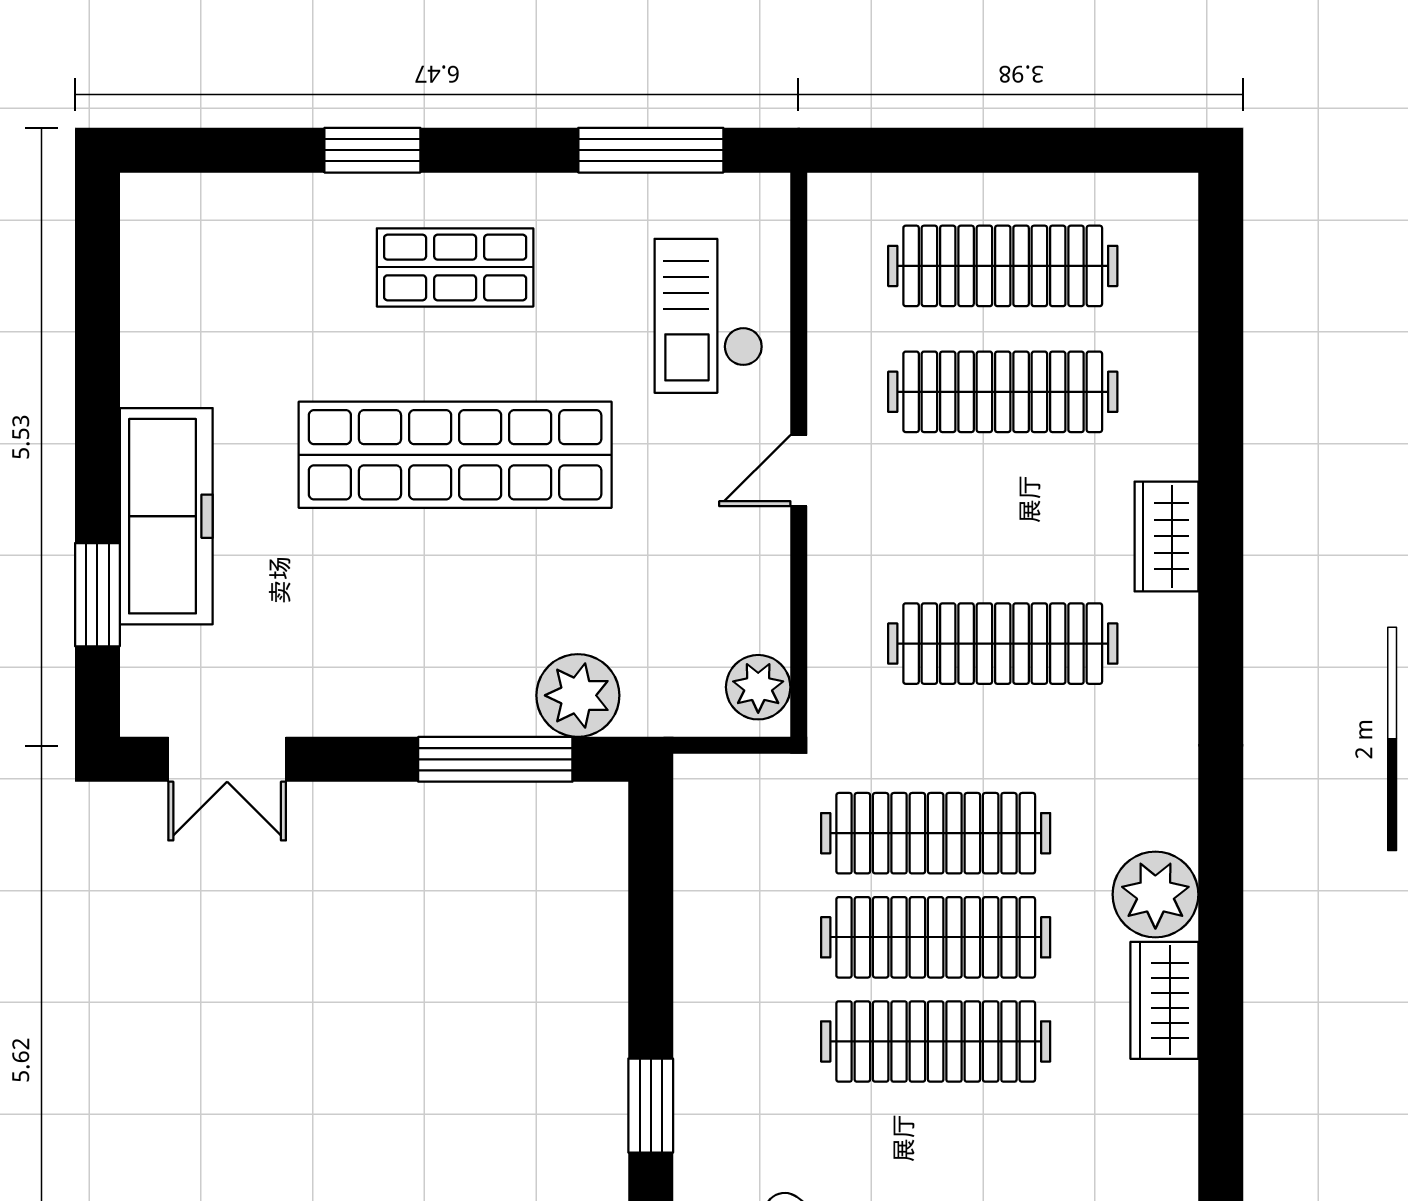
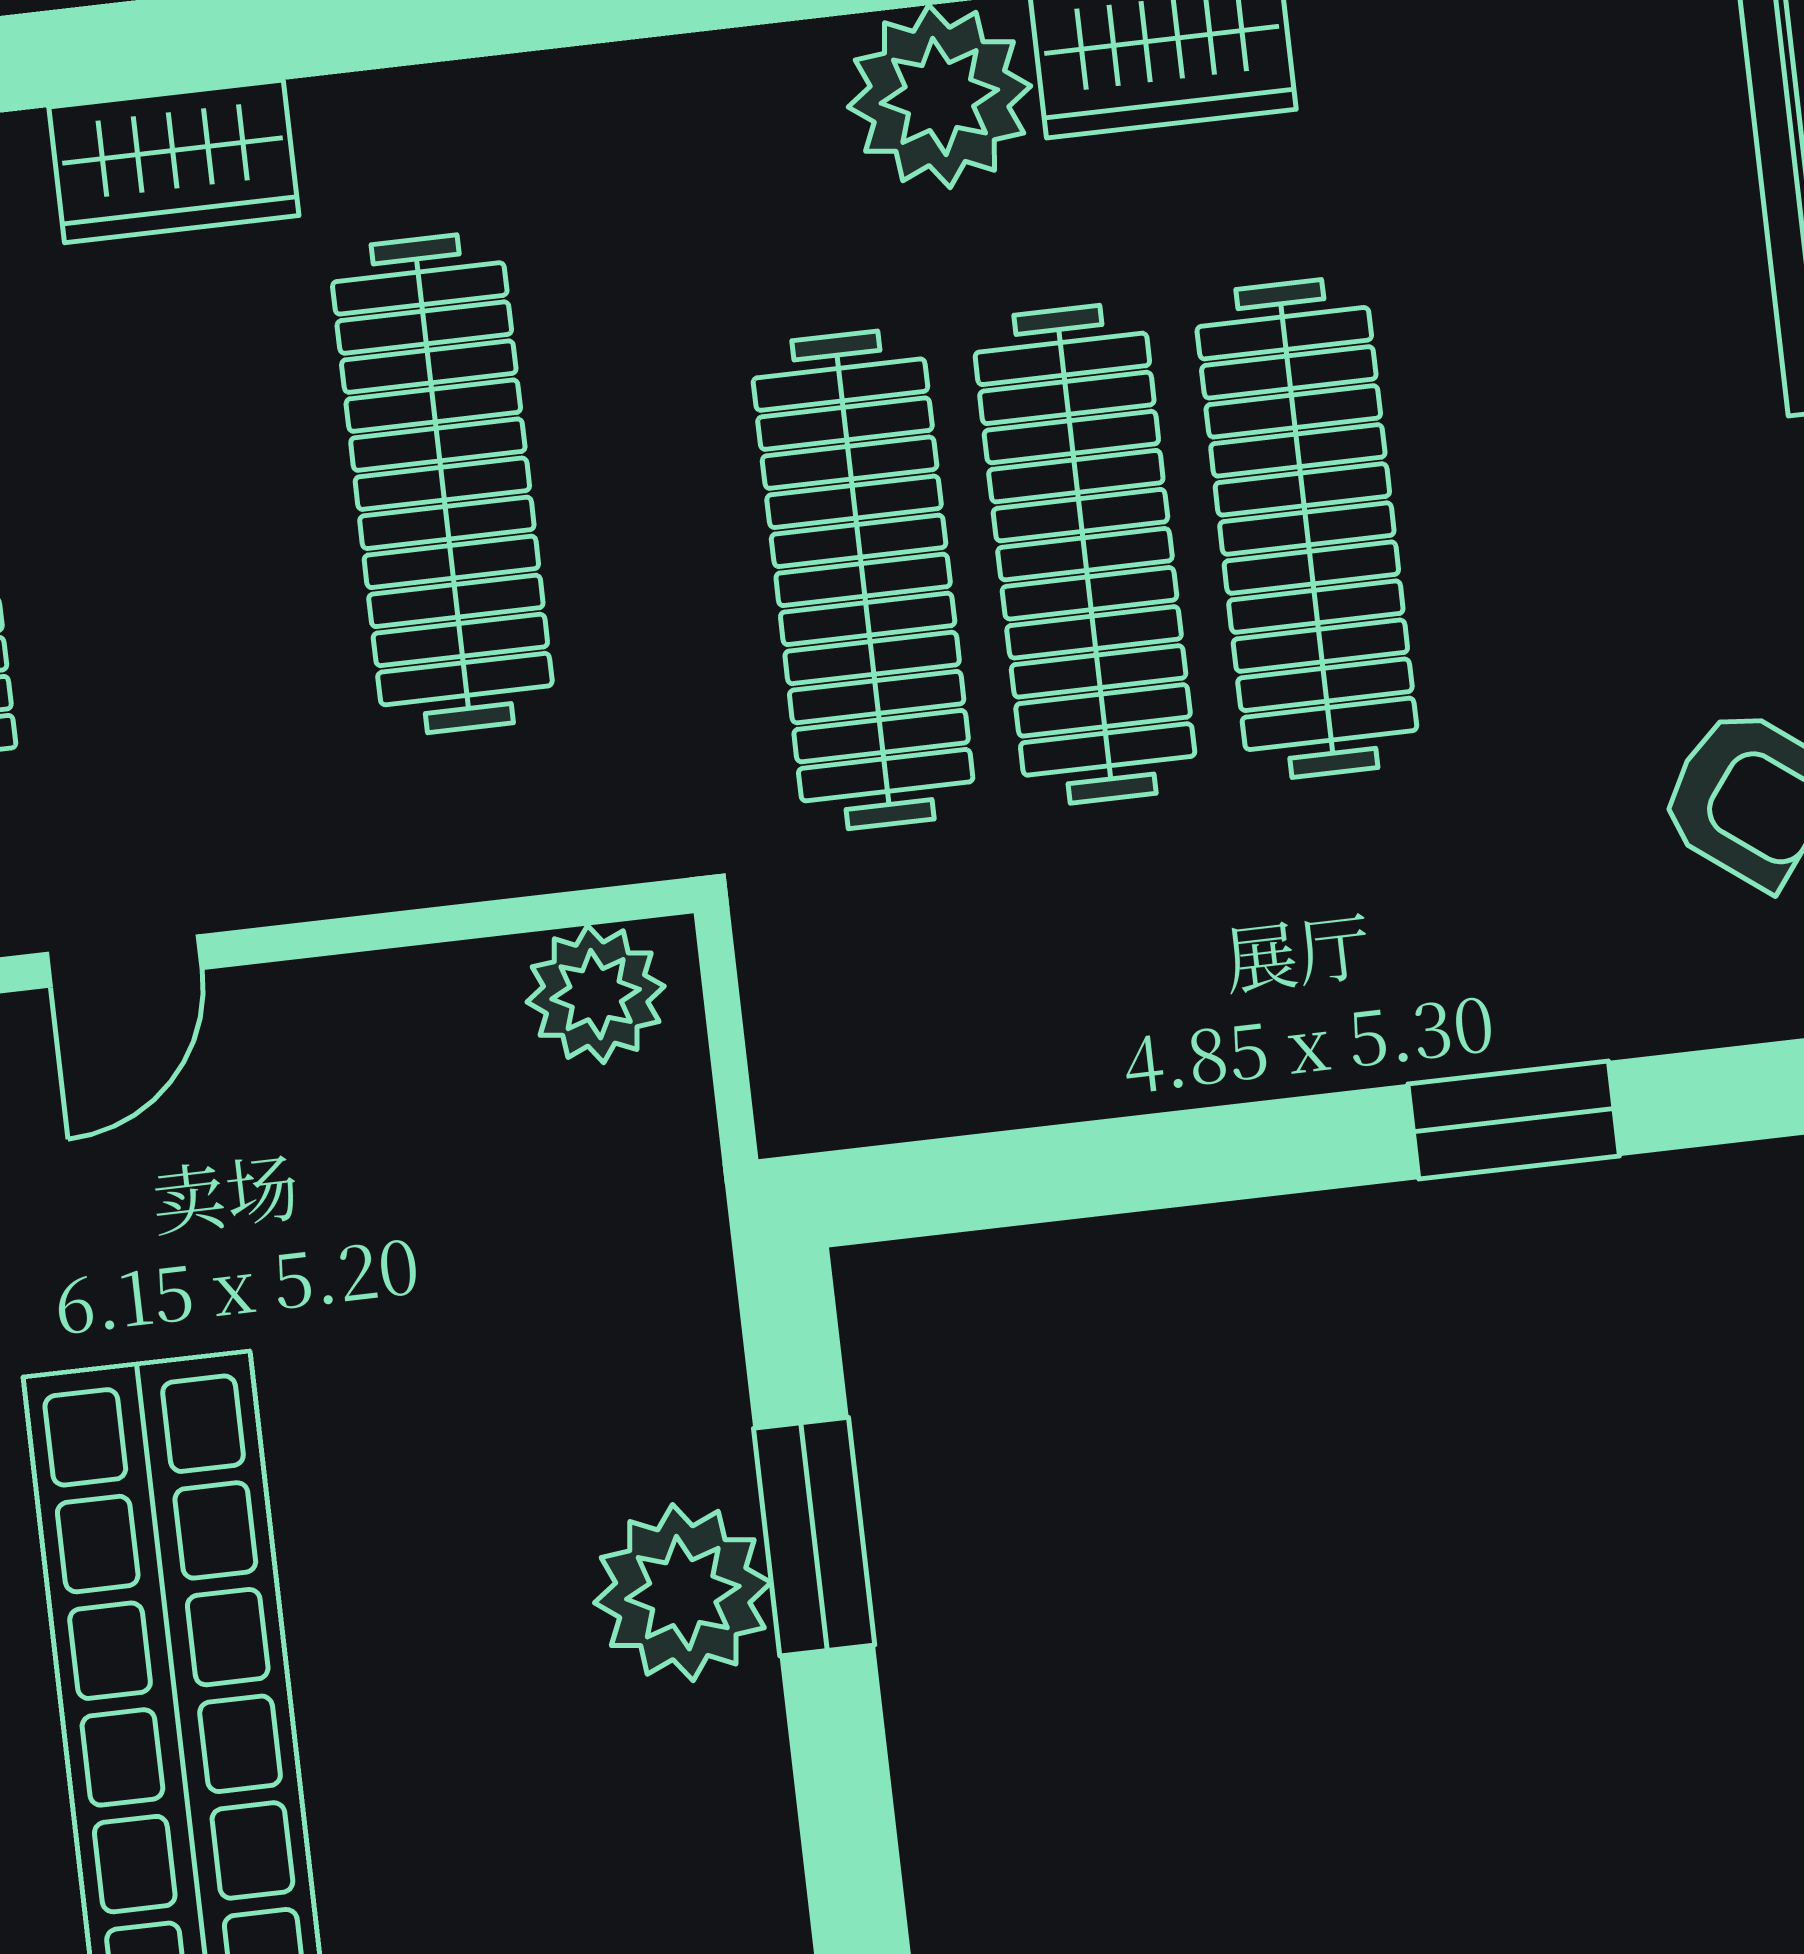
door: (799, 471) -> (124, 961), hinge flipped
plant: (578, 695) -> (683, 1593), moved
window: (495, 759) -> (814, 1537), width x0.69

